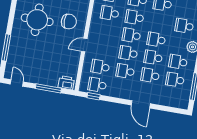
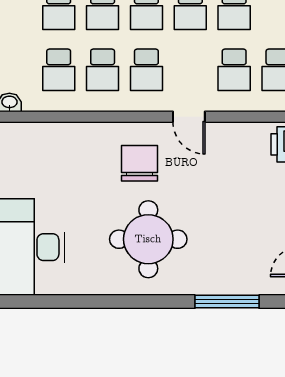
school desk: (107, 31) -> (146, 70), added

